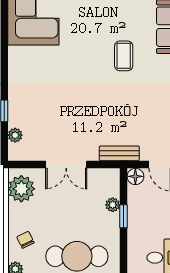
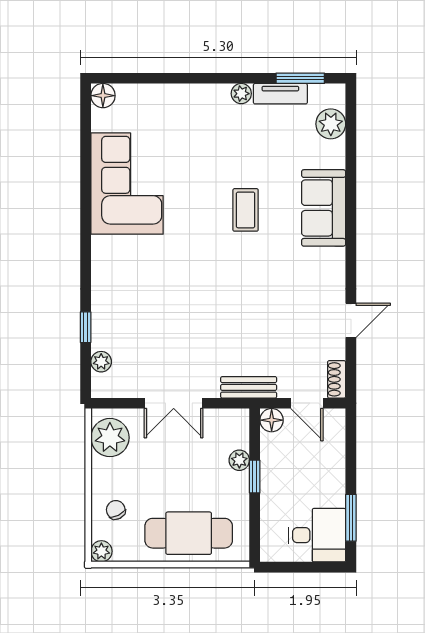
coffee table: (124, 56) -> (246, 210), moved

